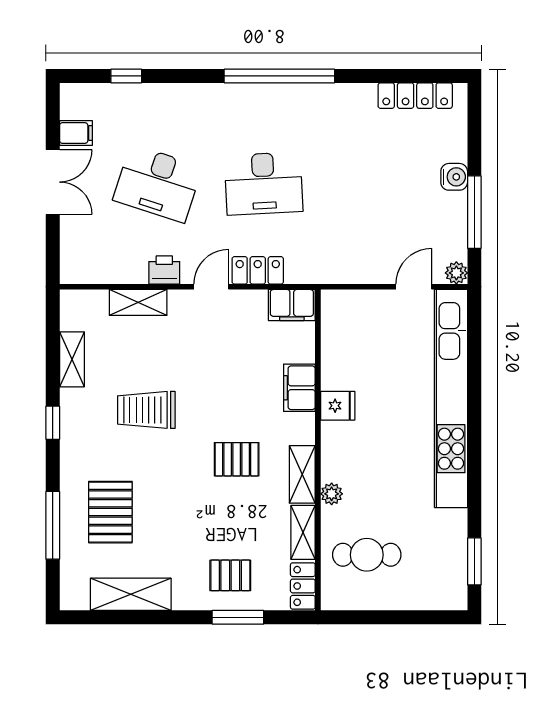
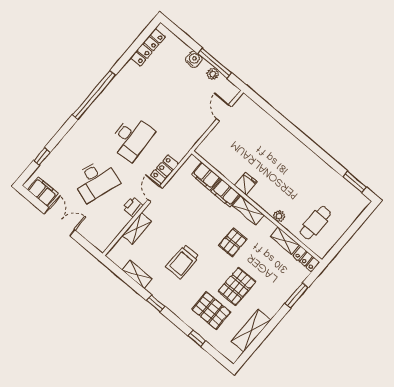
filing cabinet: (76, 133) -> (43, 192), width x2.00
plant: (456, 273) -> (213, 74), moved
filing cabinet: (292, 305) -> (206, 176), moved, turned 90
kitchen unit: (451, 399) -> (281, 136), removed
shelving: (302, 474) -> (248, 210), moved
window: (53, 525) -> (197, 338), width x0.46
pallet: (230, 575) -> (237, 286), moved, width x1.50, depth x1.42

